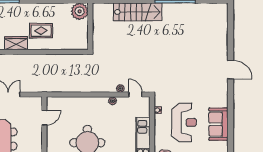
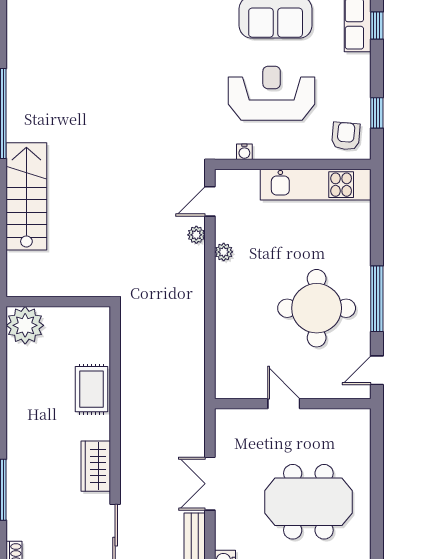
rug: (41, 31) -> (91, 389), moved
door: (44, 118) -> (284, 404), moved

